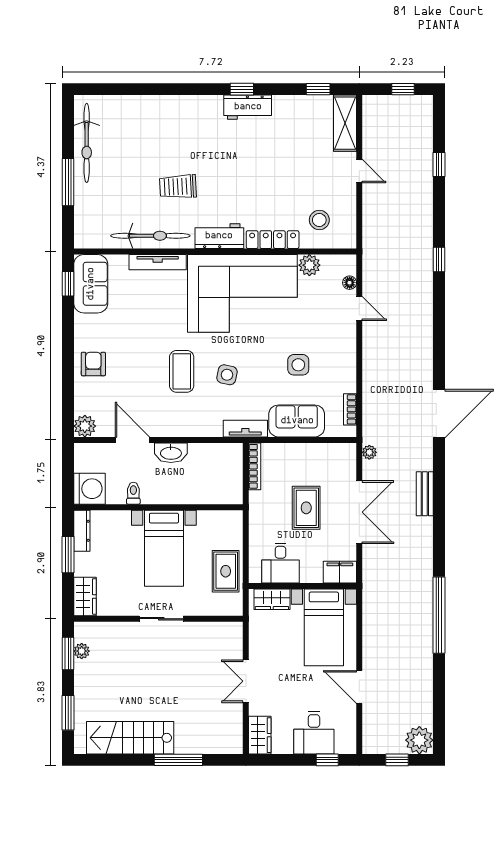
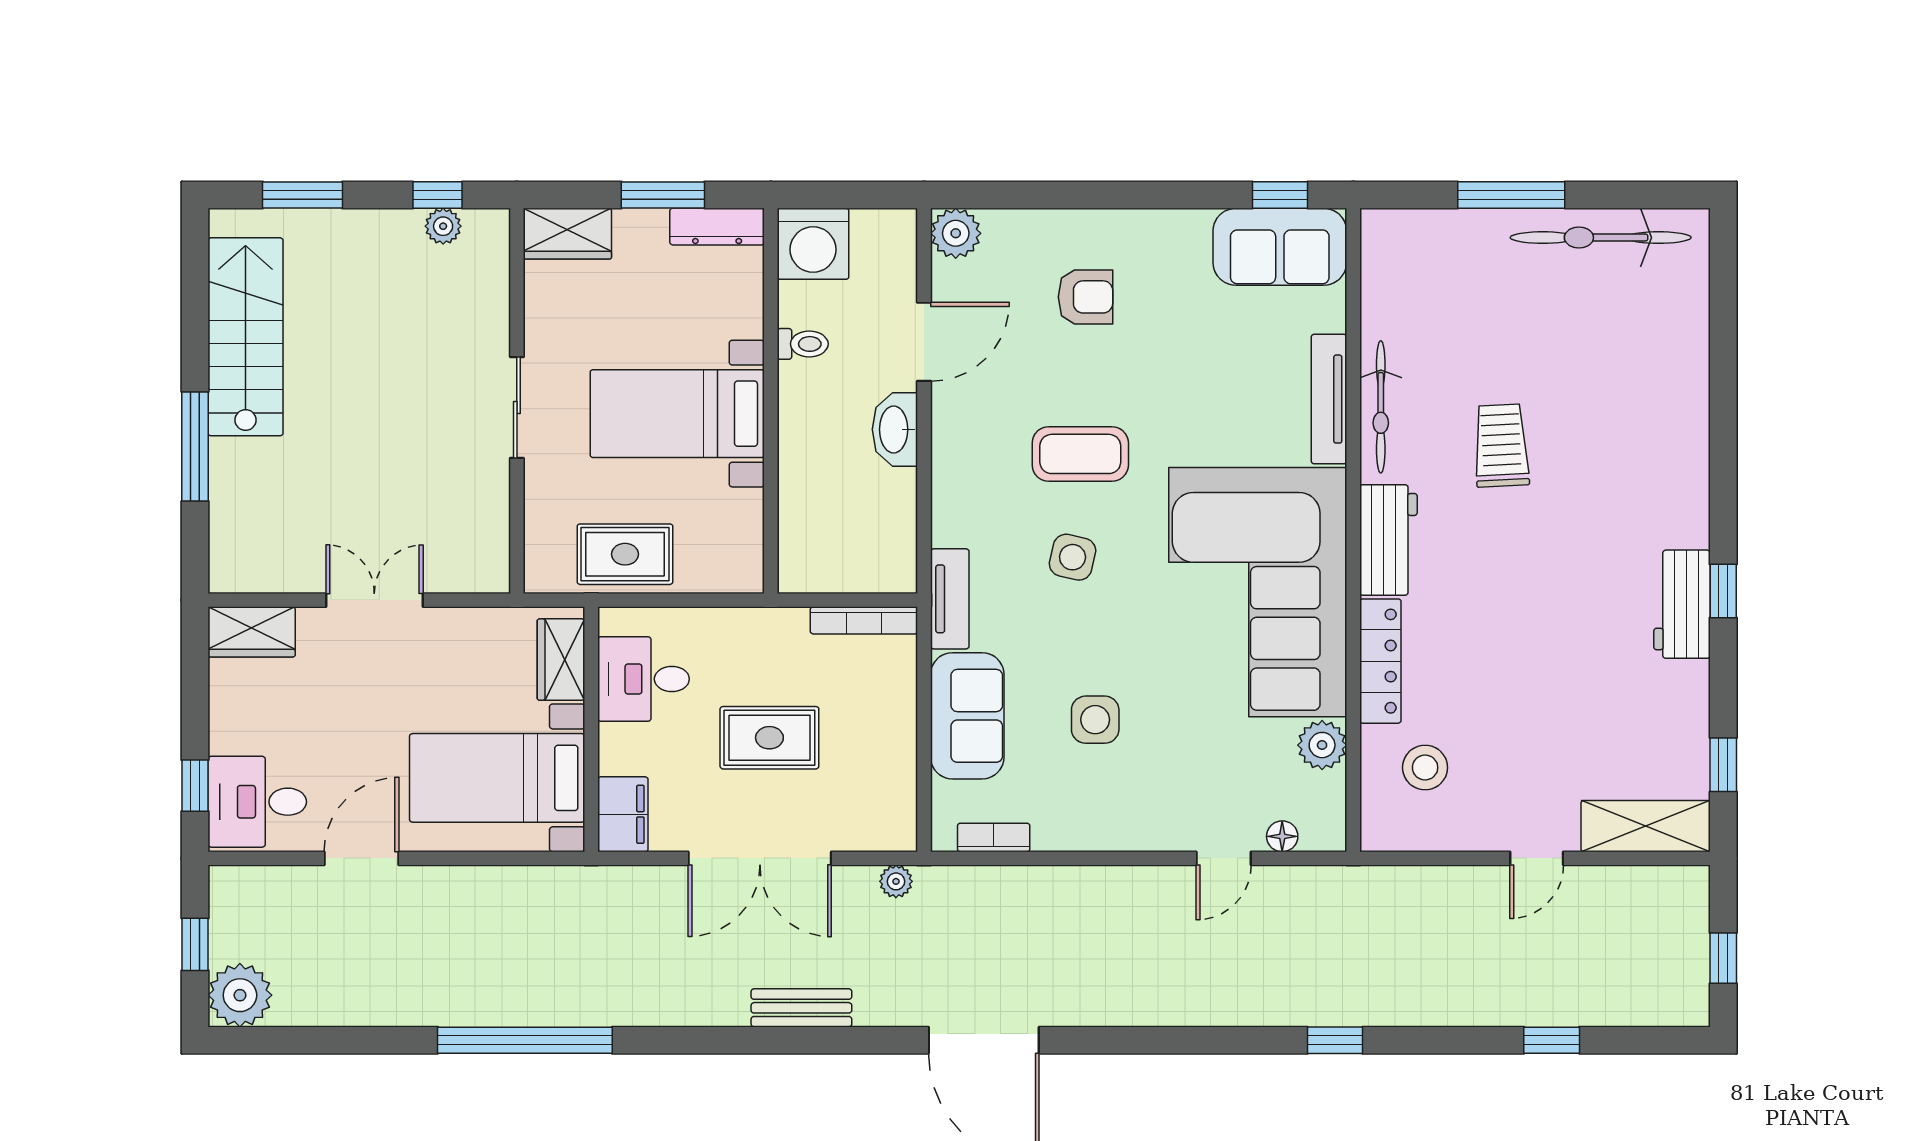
bicycle: (150, 236) -> (1381, 407), width x0.73, depth x0.71
armchair: (93, 364) -> (1085, 297), moved
window: (68, 654) -> (437, 195), width x0.67
desk: (314, 733) -> (257, 802), moved

